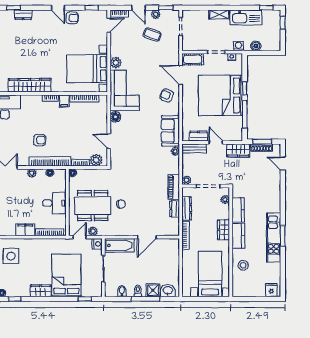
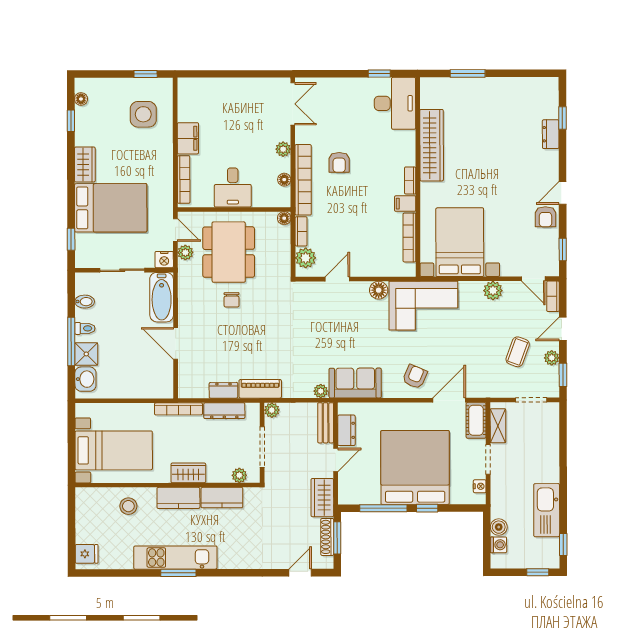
shelving: (219, 14) -> (498, 426), moved
washing machine: (238, 46) -> (498, 545), moved
plant: (116, 63) -> (493, 291), moved

